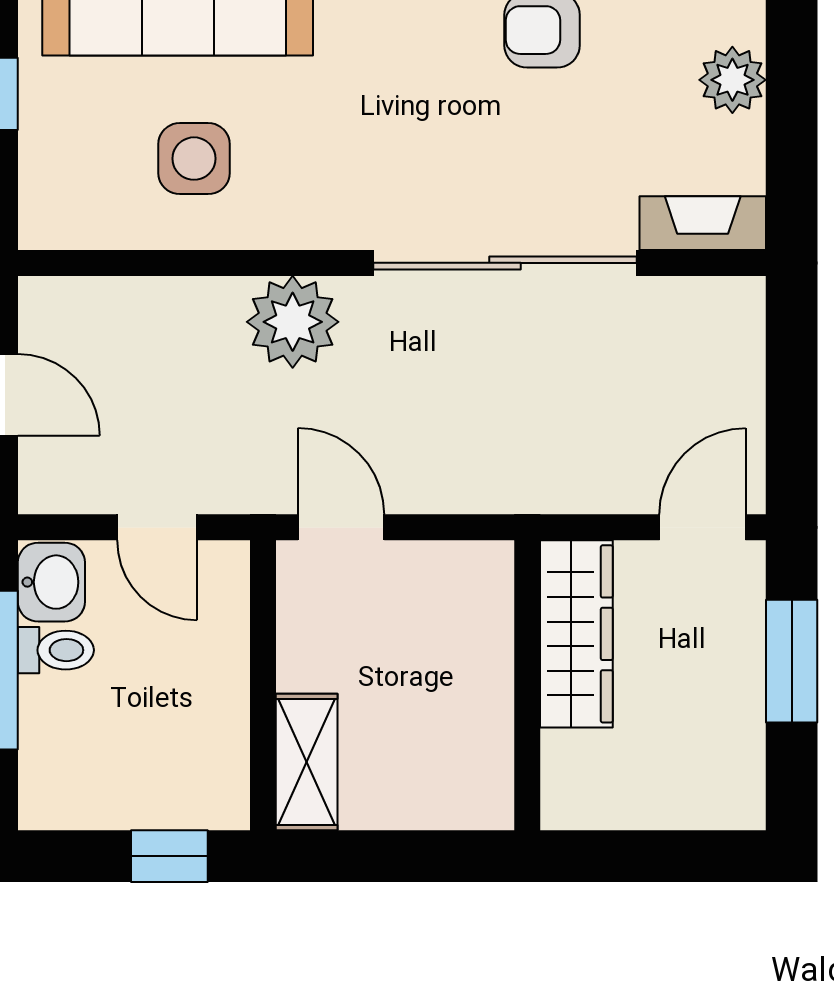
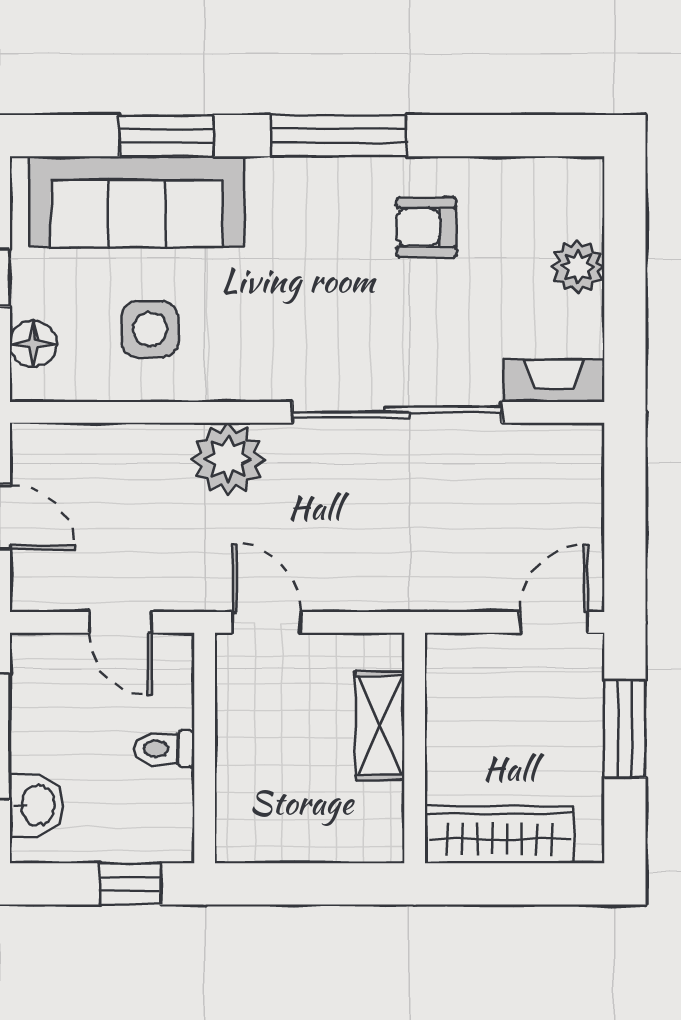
floor lamp: (47, 177) -> (33, 344), added
washbasin: (51, 582) -> (36, 805), moved
wardrobe: (576, 634) -> (499, 834), moved, turned -90
toilet: (56, 650) -> (164, 749), moved, turned 180
shelving: (307, 762) -> (380, 725), moved

